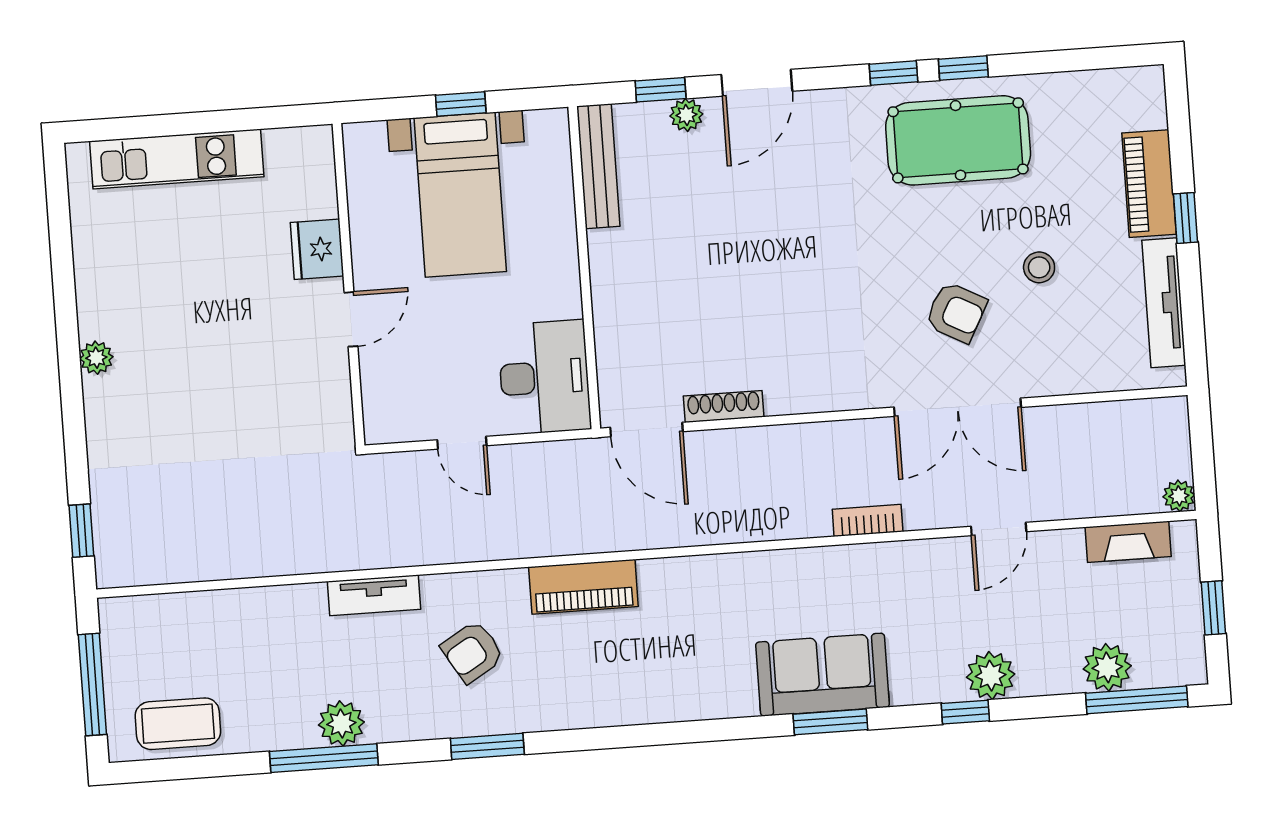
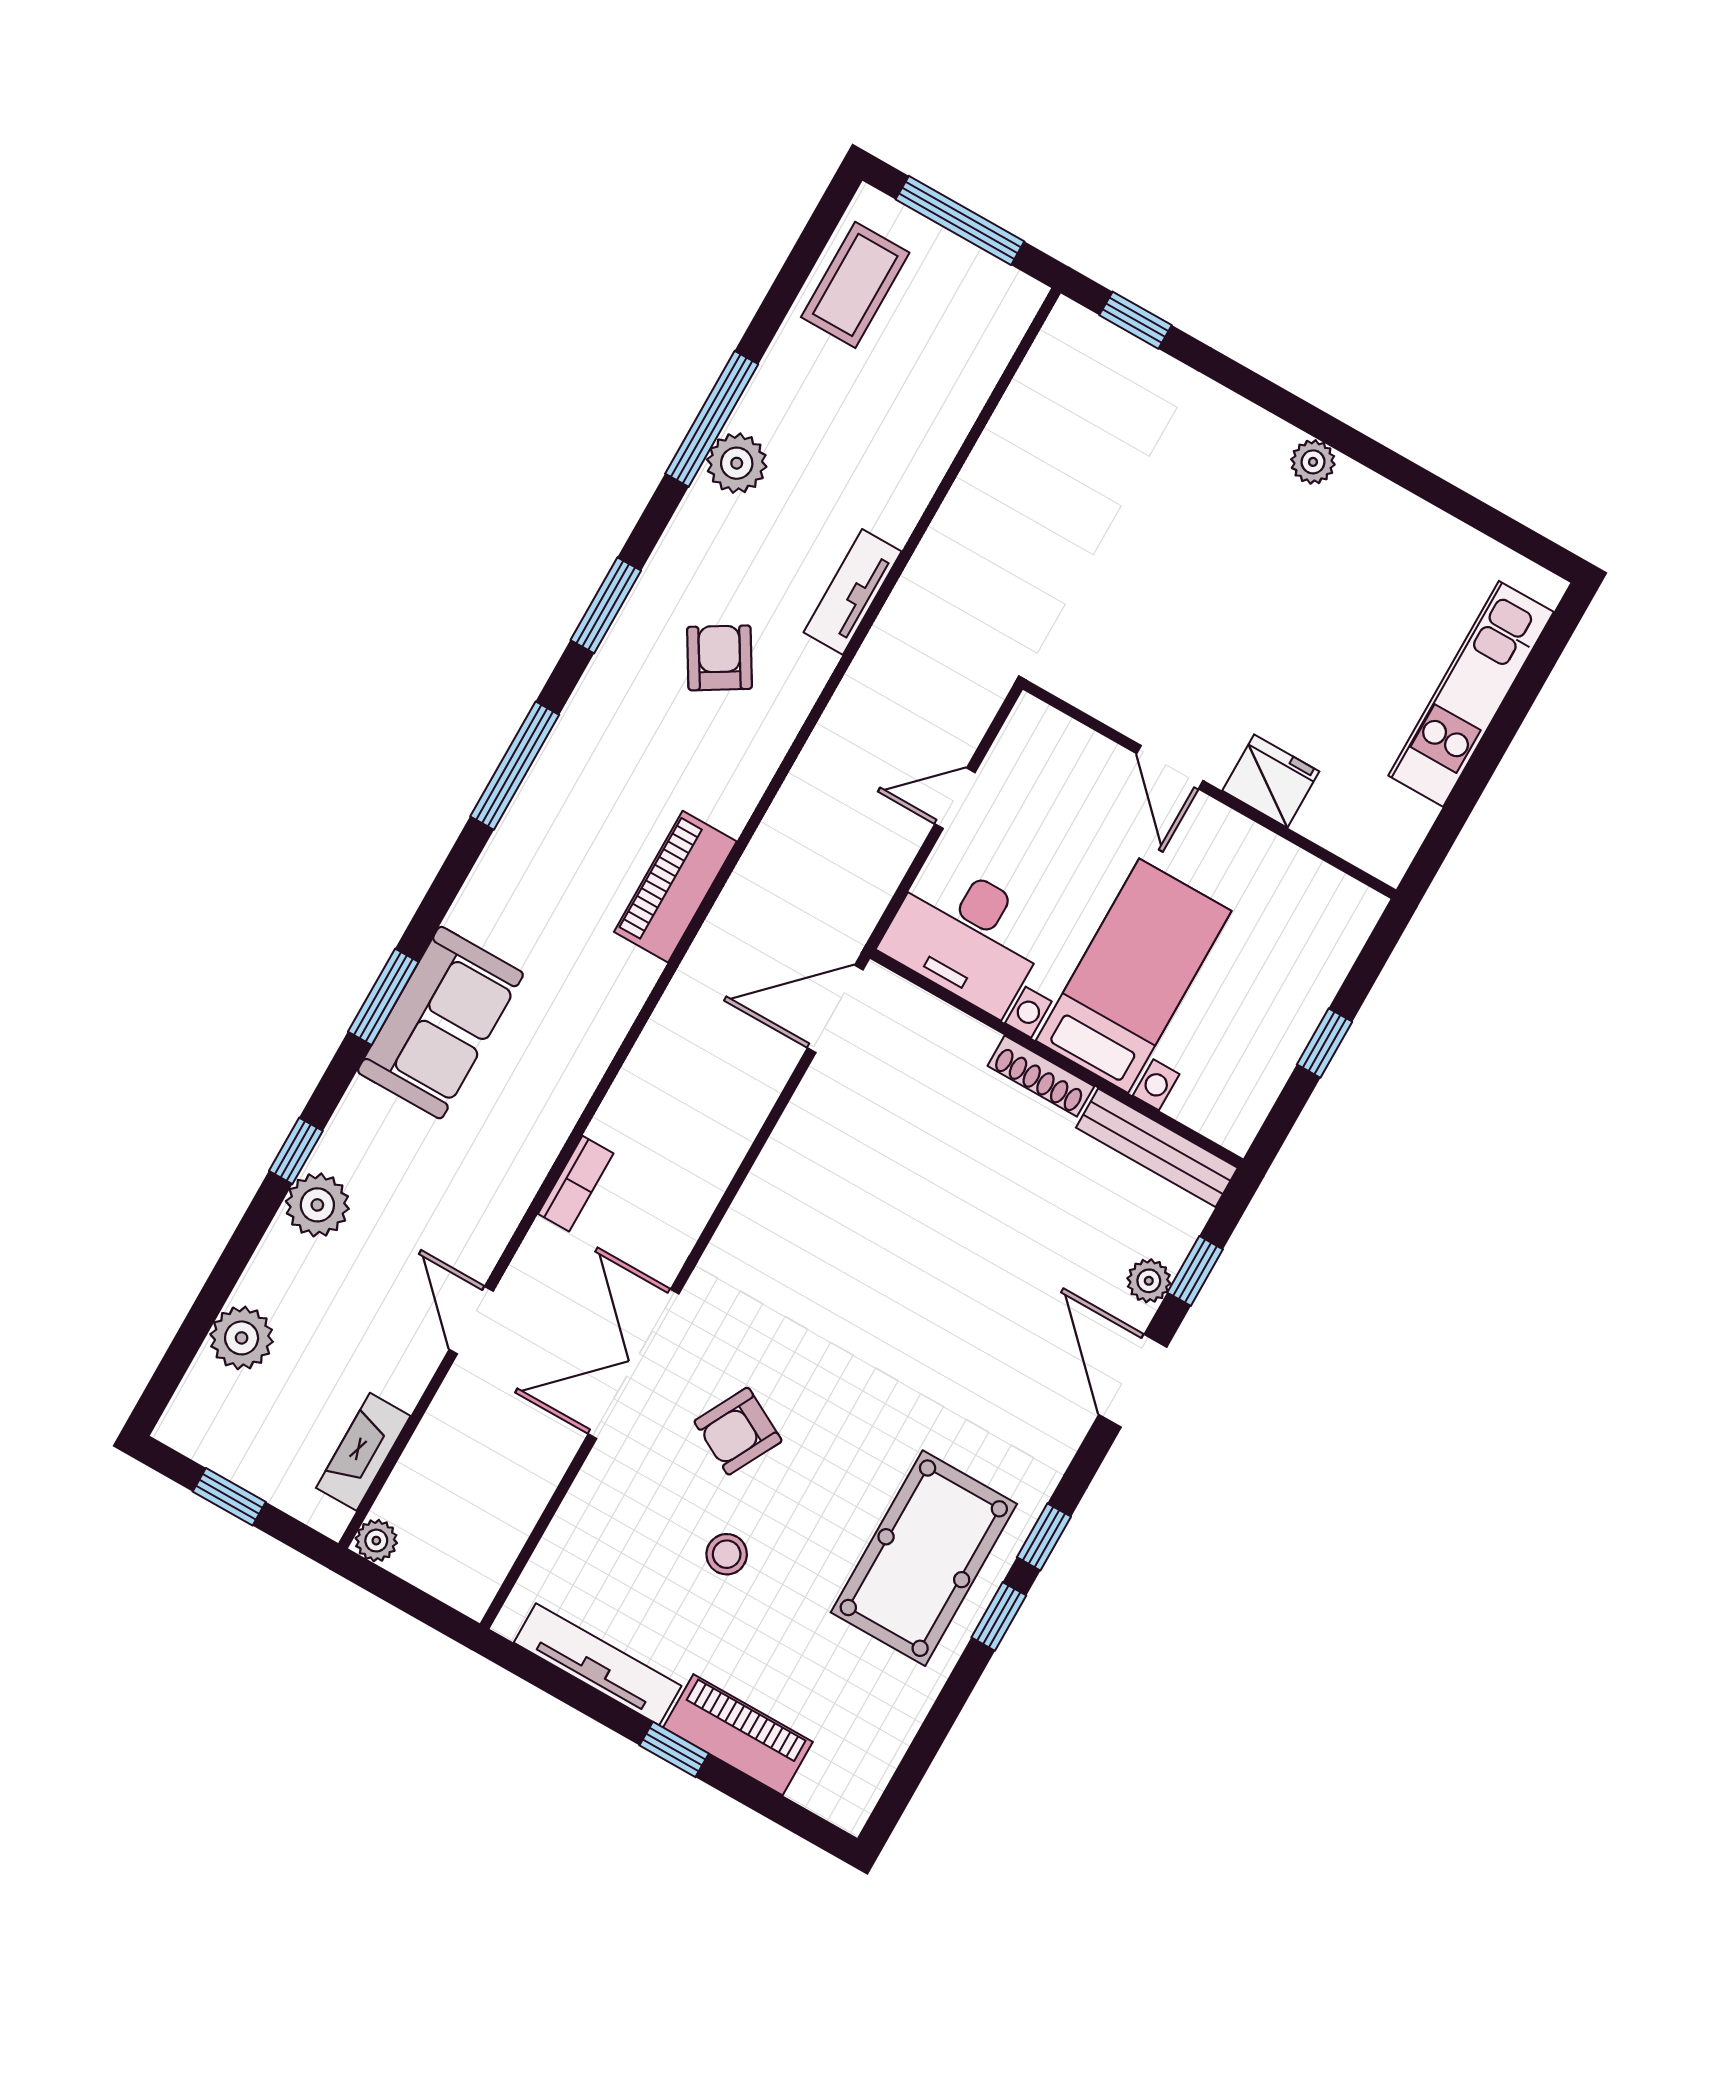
bed with nightstands: (460, 195) -> (1134, 976), moved, turned 90
shoe rack: (724, 406) -> (1041, 1076), moved, turned 90
piano: (583, 587) -> (675, 887), moved
window: (1137, 700) -> (515, 766), moved

